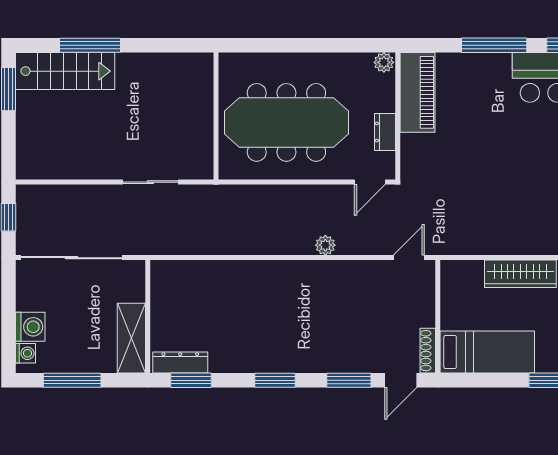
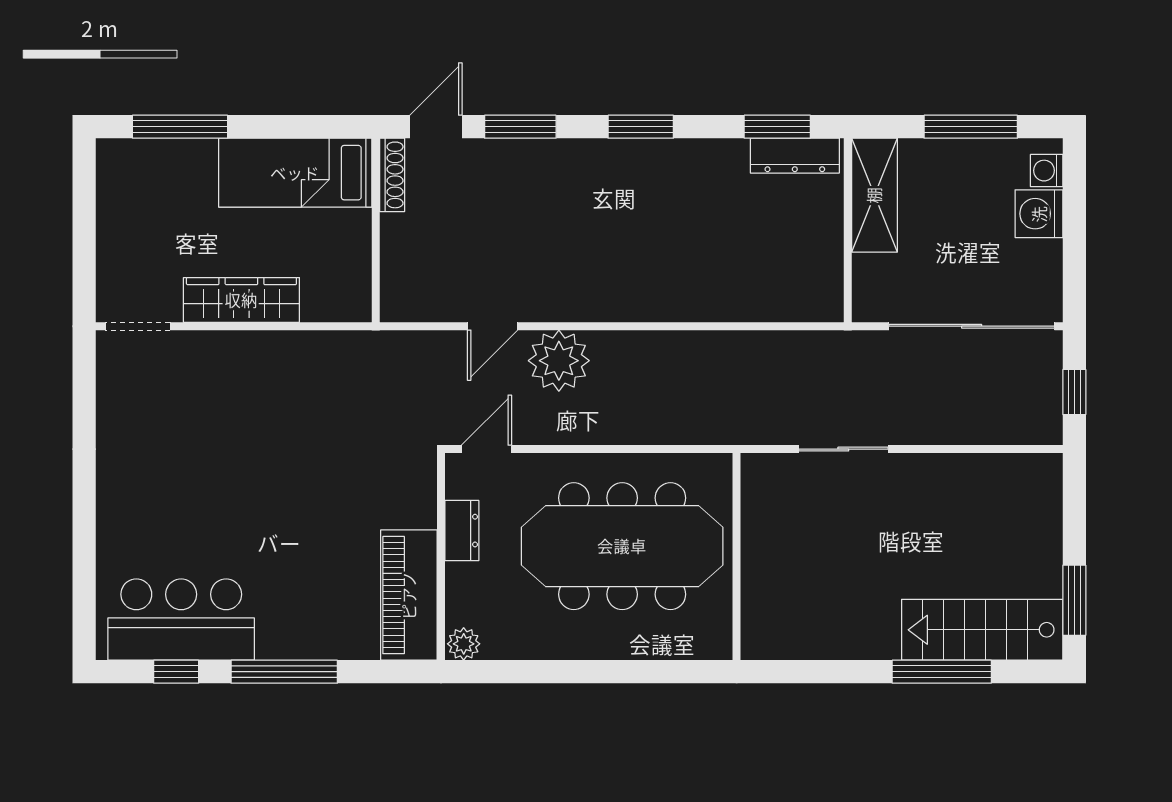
plant: (325, 245) -> (559, 361), width x1.88, depth x1.88
door: (409, 258) -> (493, 326), moved

